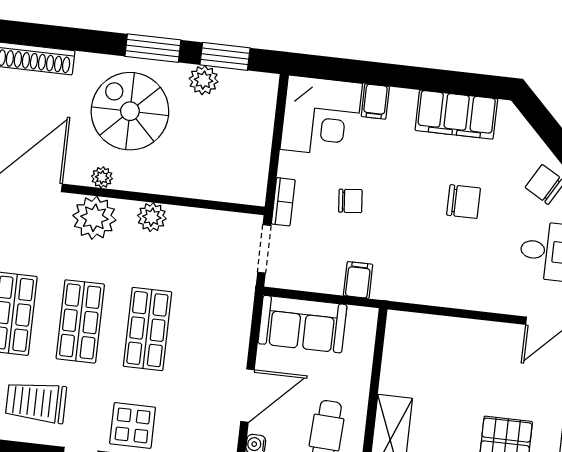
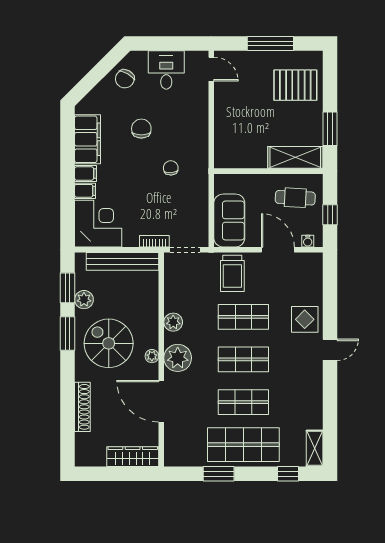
spiral stairs: (130, 111) -> (109, 343), turned 90
bench: (257, 148) -> (122, 261), added
chair: (350, 201) -> (171, 168), moved
filing cabinet: (358, 280) -> (86, 173), moved, turned 180
trolley: (36, 402) -> (232, 273), moved

